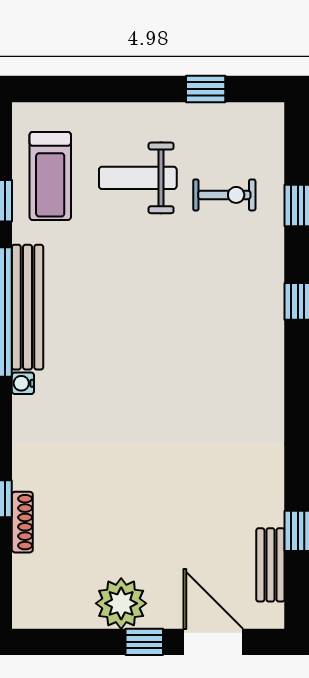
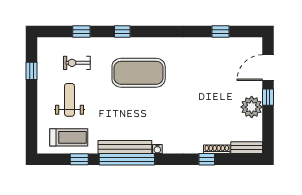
weight bench: (138, 178) -> (69, 100), turned 180
exercise bike: (224, 195) -> (77, 63), turned -90
exercise mat: (201, 339) -> (139, 73), added
bench: (270, 565) -> (247, 148), moved

